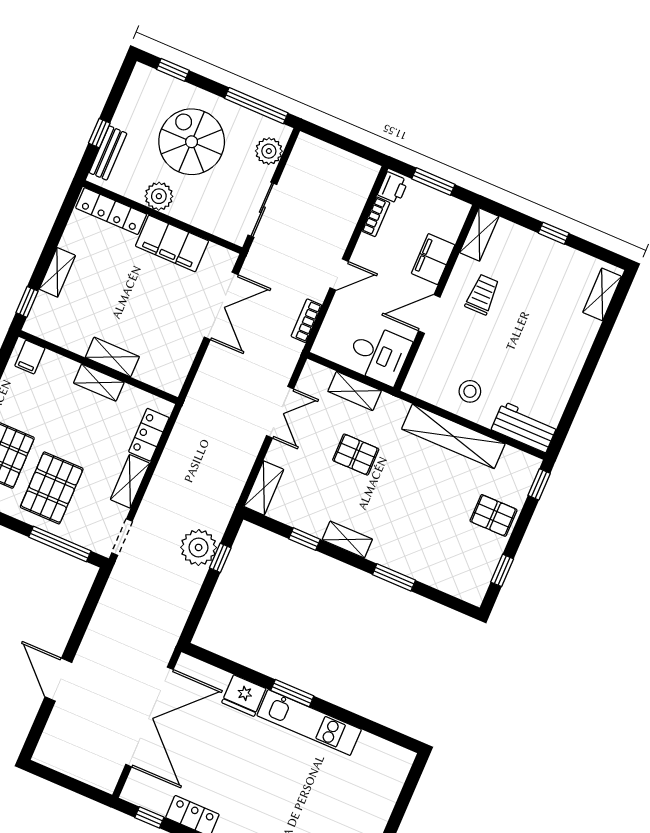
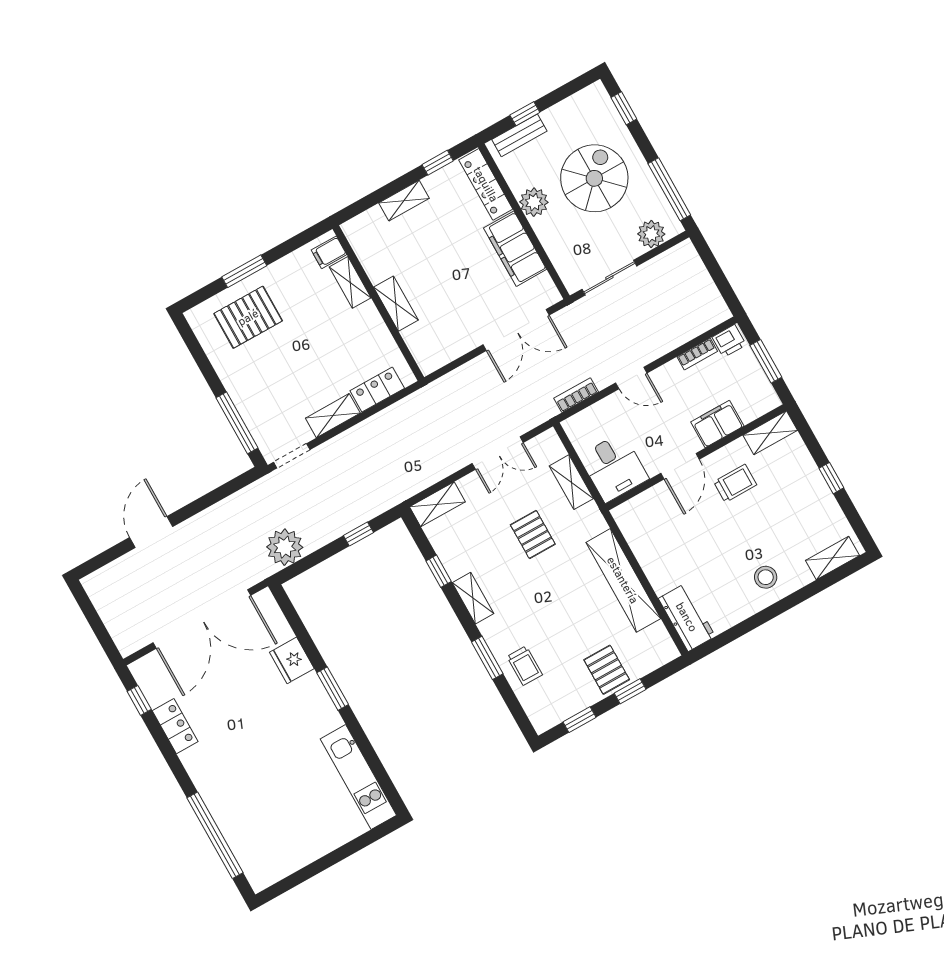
window: (27, 302) -> (438, 163), moved
door: (429, 314) -> (680, 466), swing flipped
shelving: (99, 383) -> (350, 282), moved
stool: (470, 391) -> (766, 577), moved
window: (539, 484) -> (630, 691), moved
pallet: (52, 488) -> (265, 372), removed
plant: (199, 547) -> (285, 547), moved
trolley: (427, 561) -> (525, 666), added
kitchen unit: (309, 723) -> (358, 777), moved

